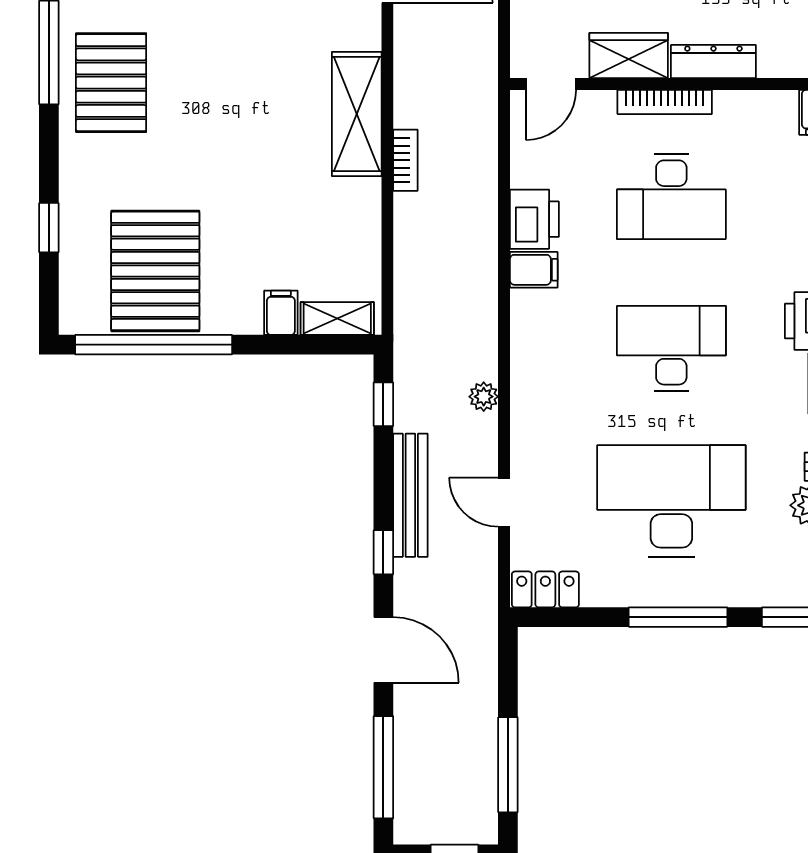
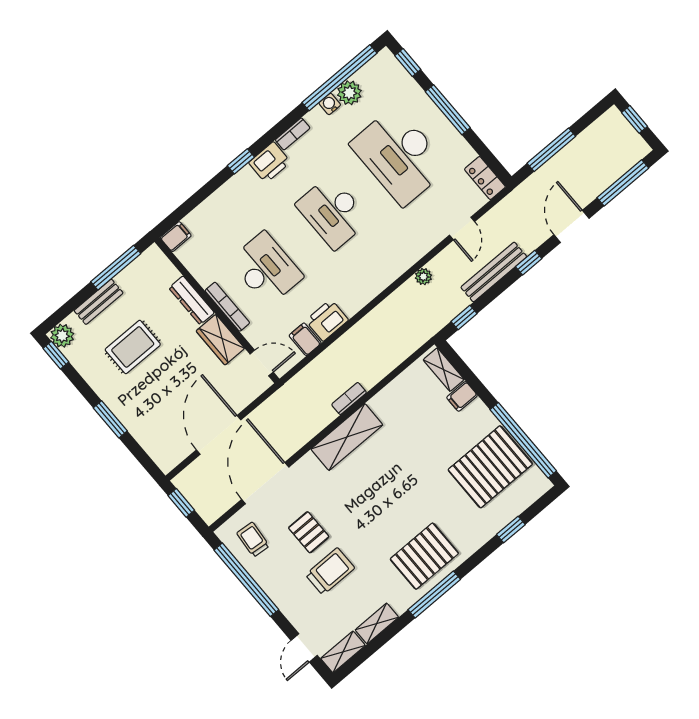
filing cabinet: (534, 270) -> (305, 339), moved
window: (508, 765) -> (551, 150), moved

